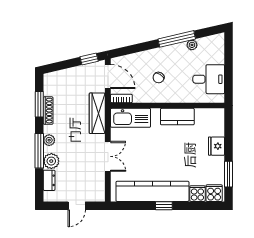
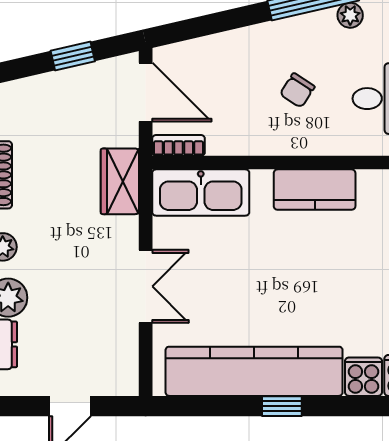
window: (89, 59) -> (73, 56), moved
chair: (159, 78) -> (297, 90), moved
wardrobe: (97, 113) -> (120, 181), width x0.67

